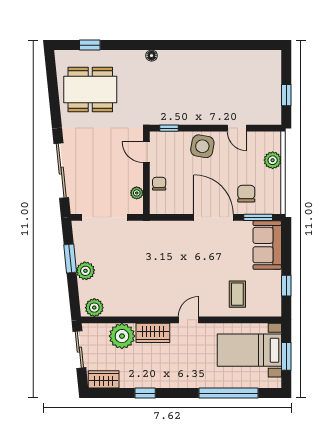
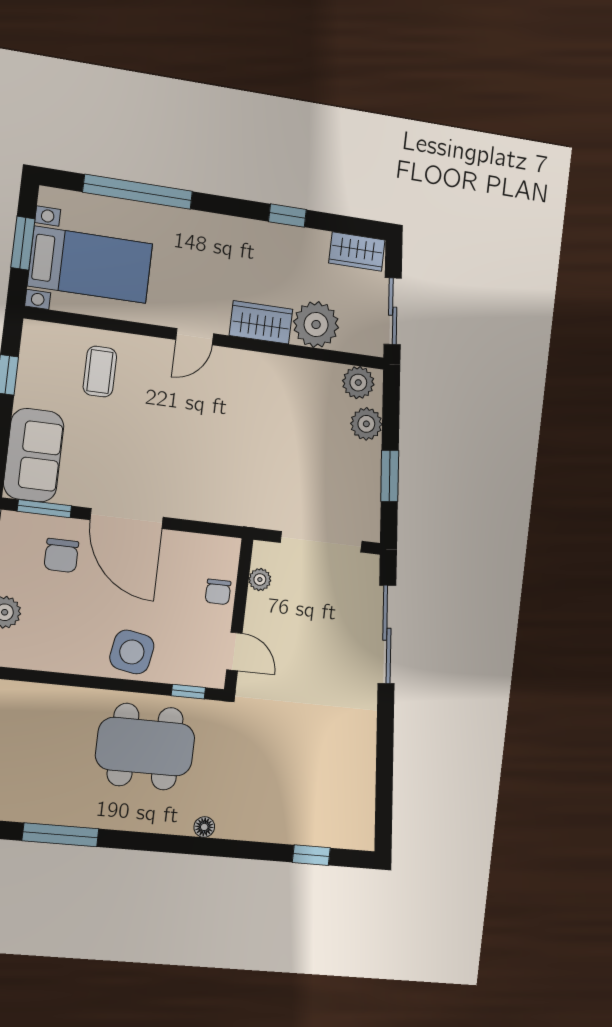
window: (229, 45) -> (60, 835), added
dining table: (90, 89) -> (145, 747), moved
door: (237, 128) -> (64, 679), removed
plant: (85, 271) -> (366, 424), moved

